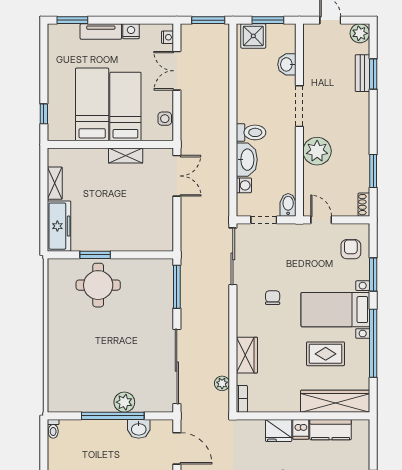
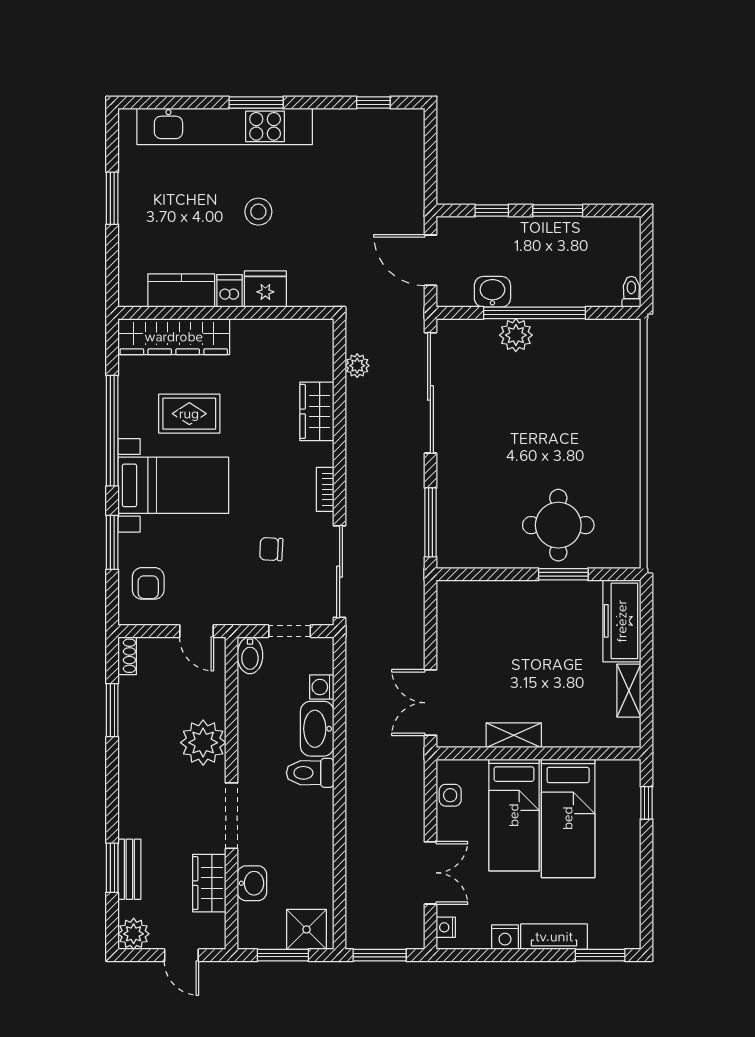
wardrobe: (313, 65) -> (209, 883), added
chair: (273, 298) -> (271, 549), moved, turned 93
bookcase: (242, 399) -> (325, 489), moved

